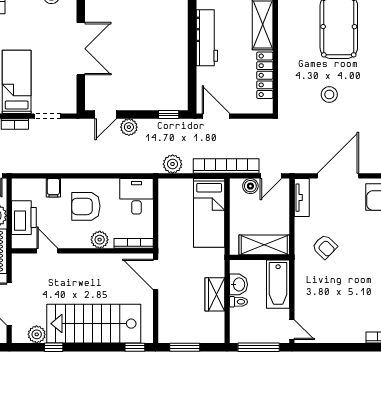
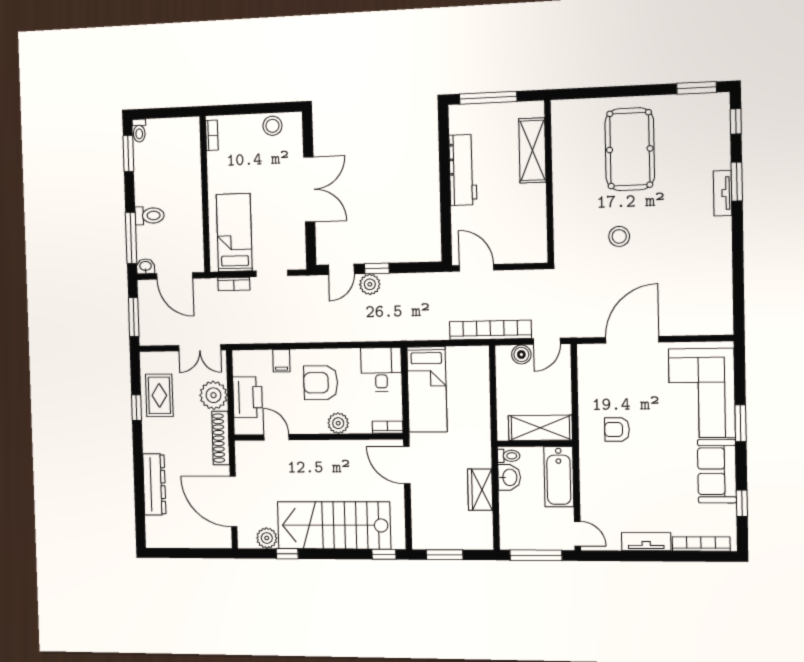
locker: (265, 75) -> (537, 215), removed
window: (169, 114) -> (377, 268), moved
plant: (173, 164) -> (424, 329), removed
tv unit: (302, 198) -> (646, 542), moved, turned -90
bed: (209, 213) -> (427, 389), moved
bookcase: (134, 243) -> (388, 427), width x0.64
armchair: (325, 247) -> (617, 429), turned 136
toilet: (238, 302) -> (509, 456), moved

